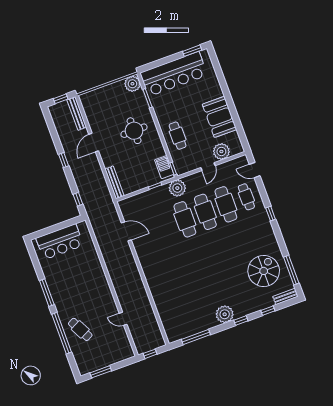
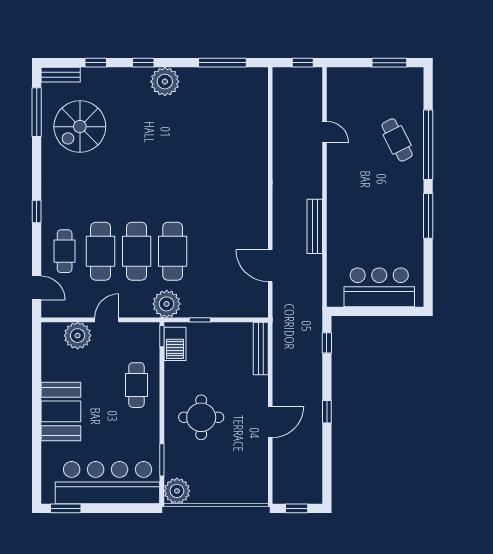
bench: (77, 113) -> (315, 226), moved
booth: (220, 117) -> (61, 411), moved

